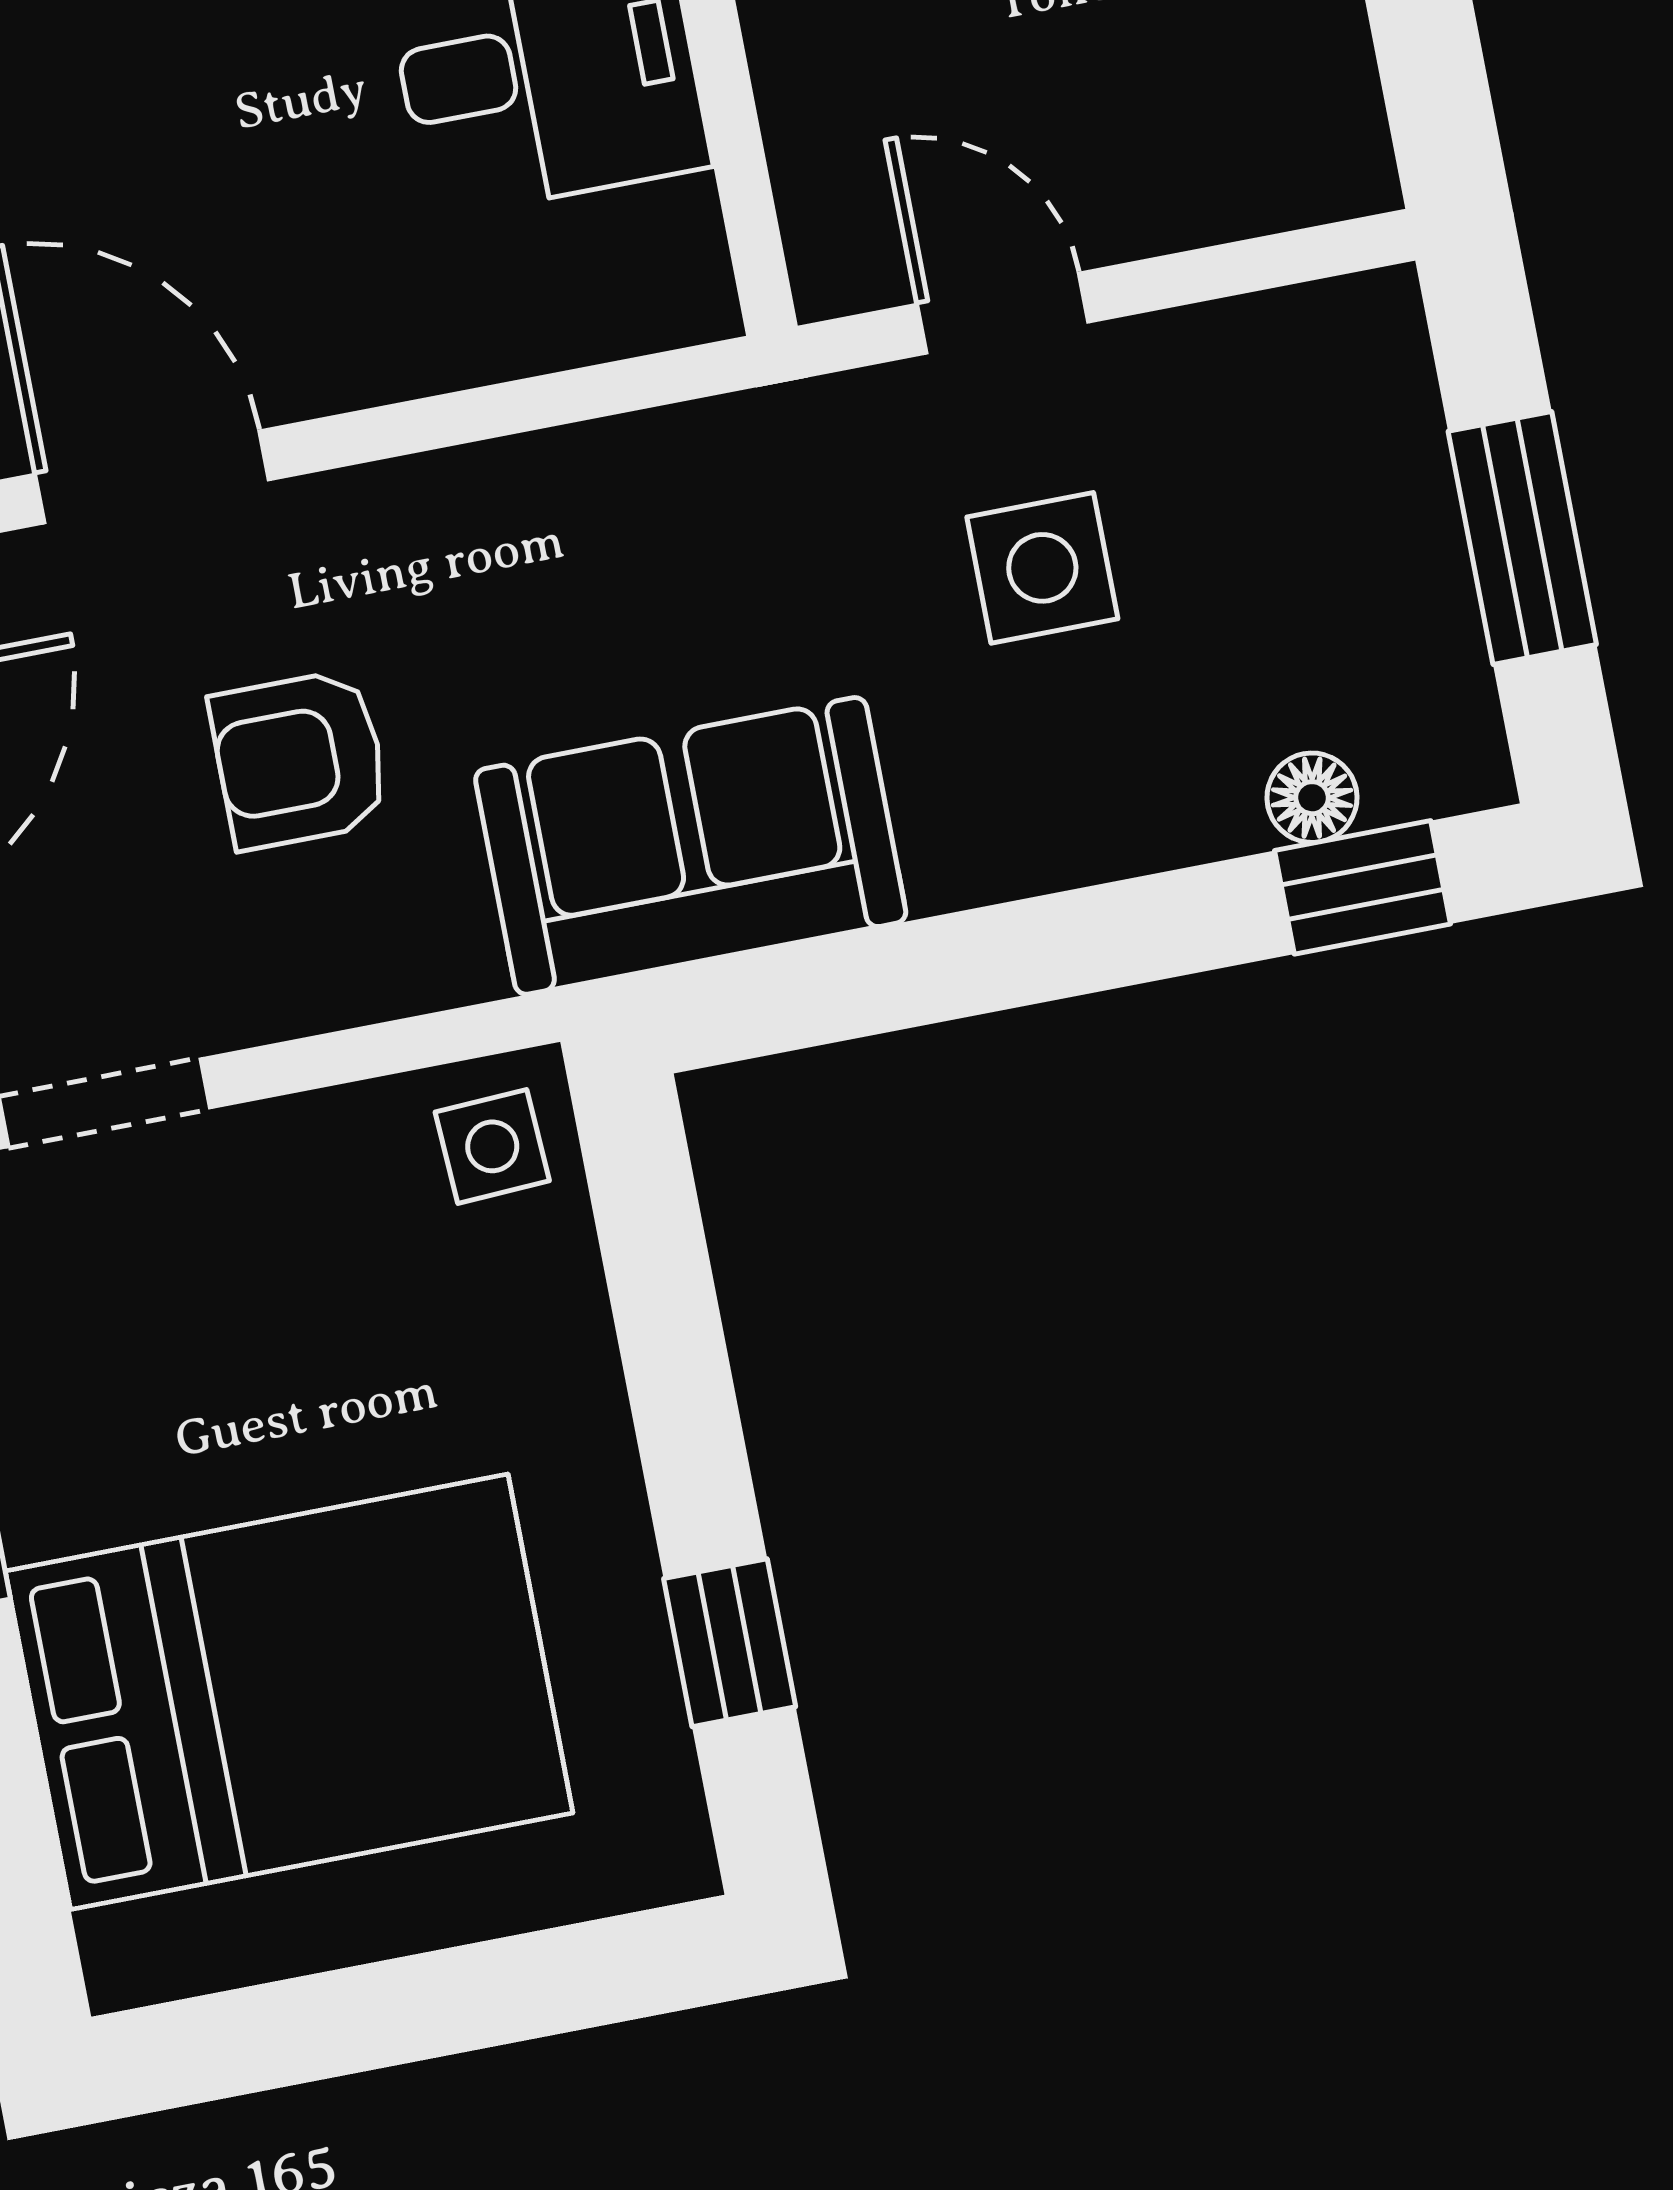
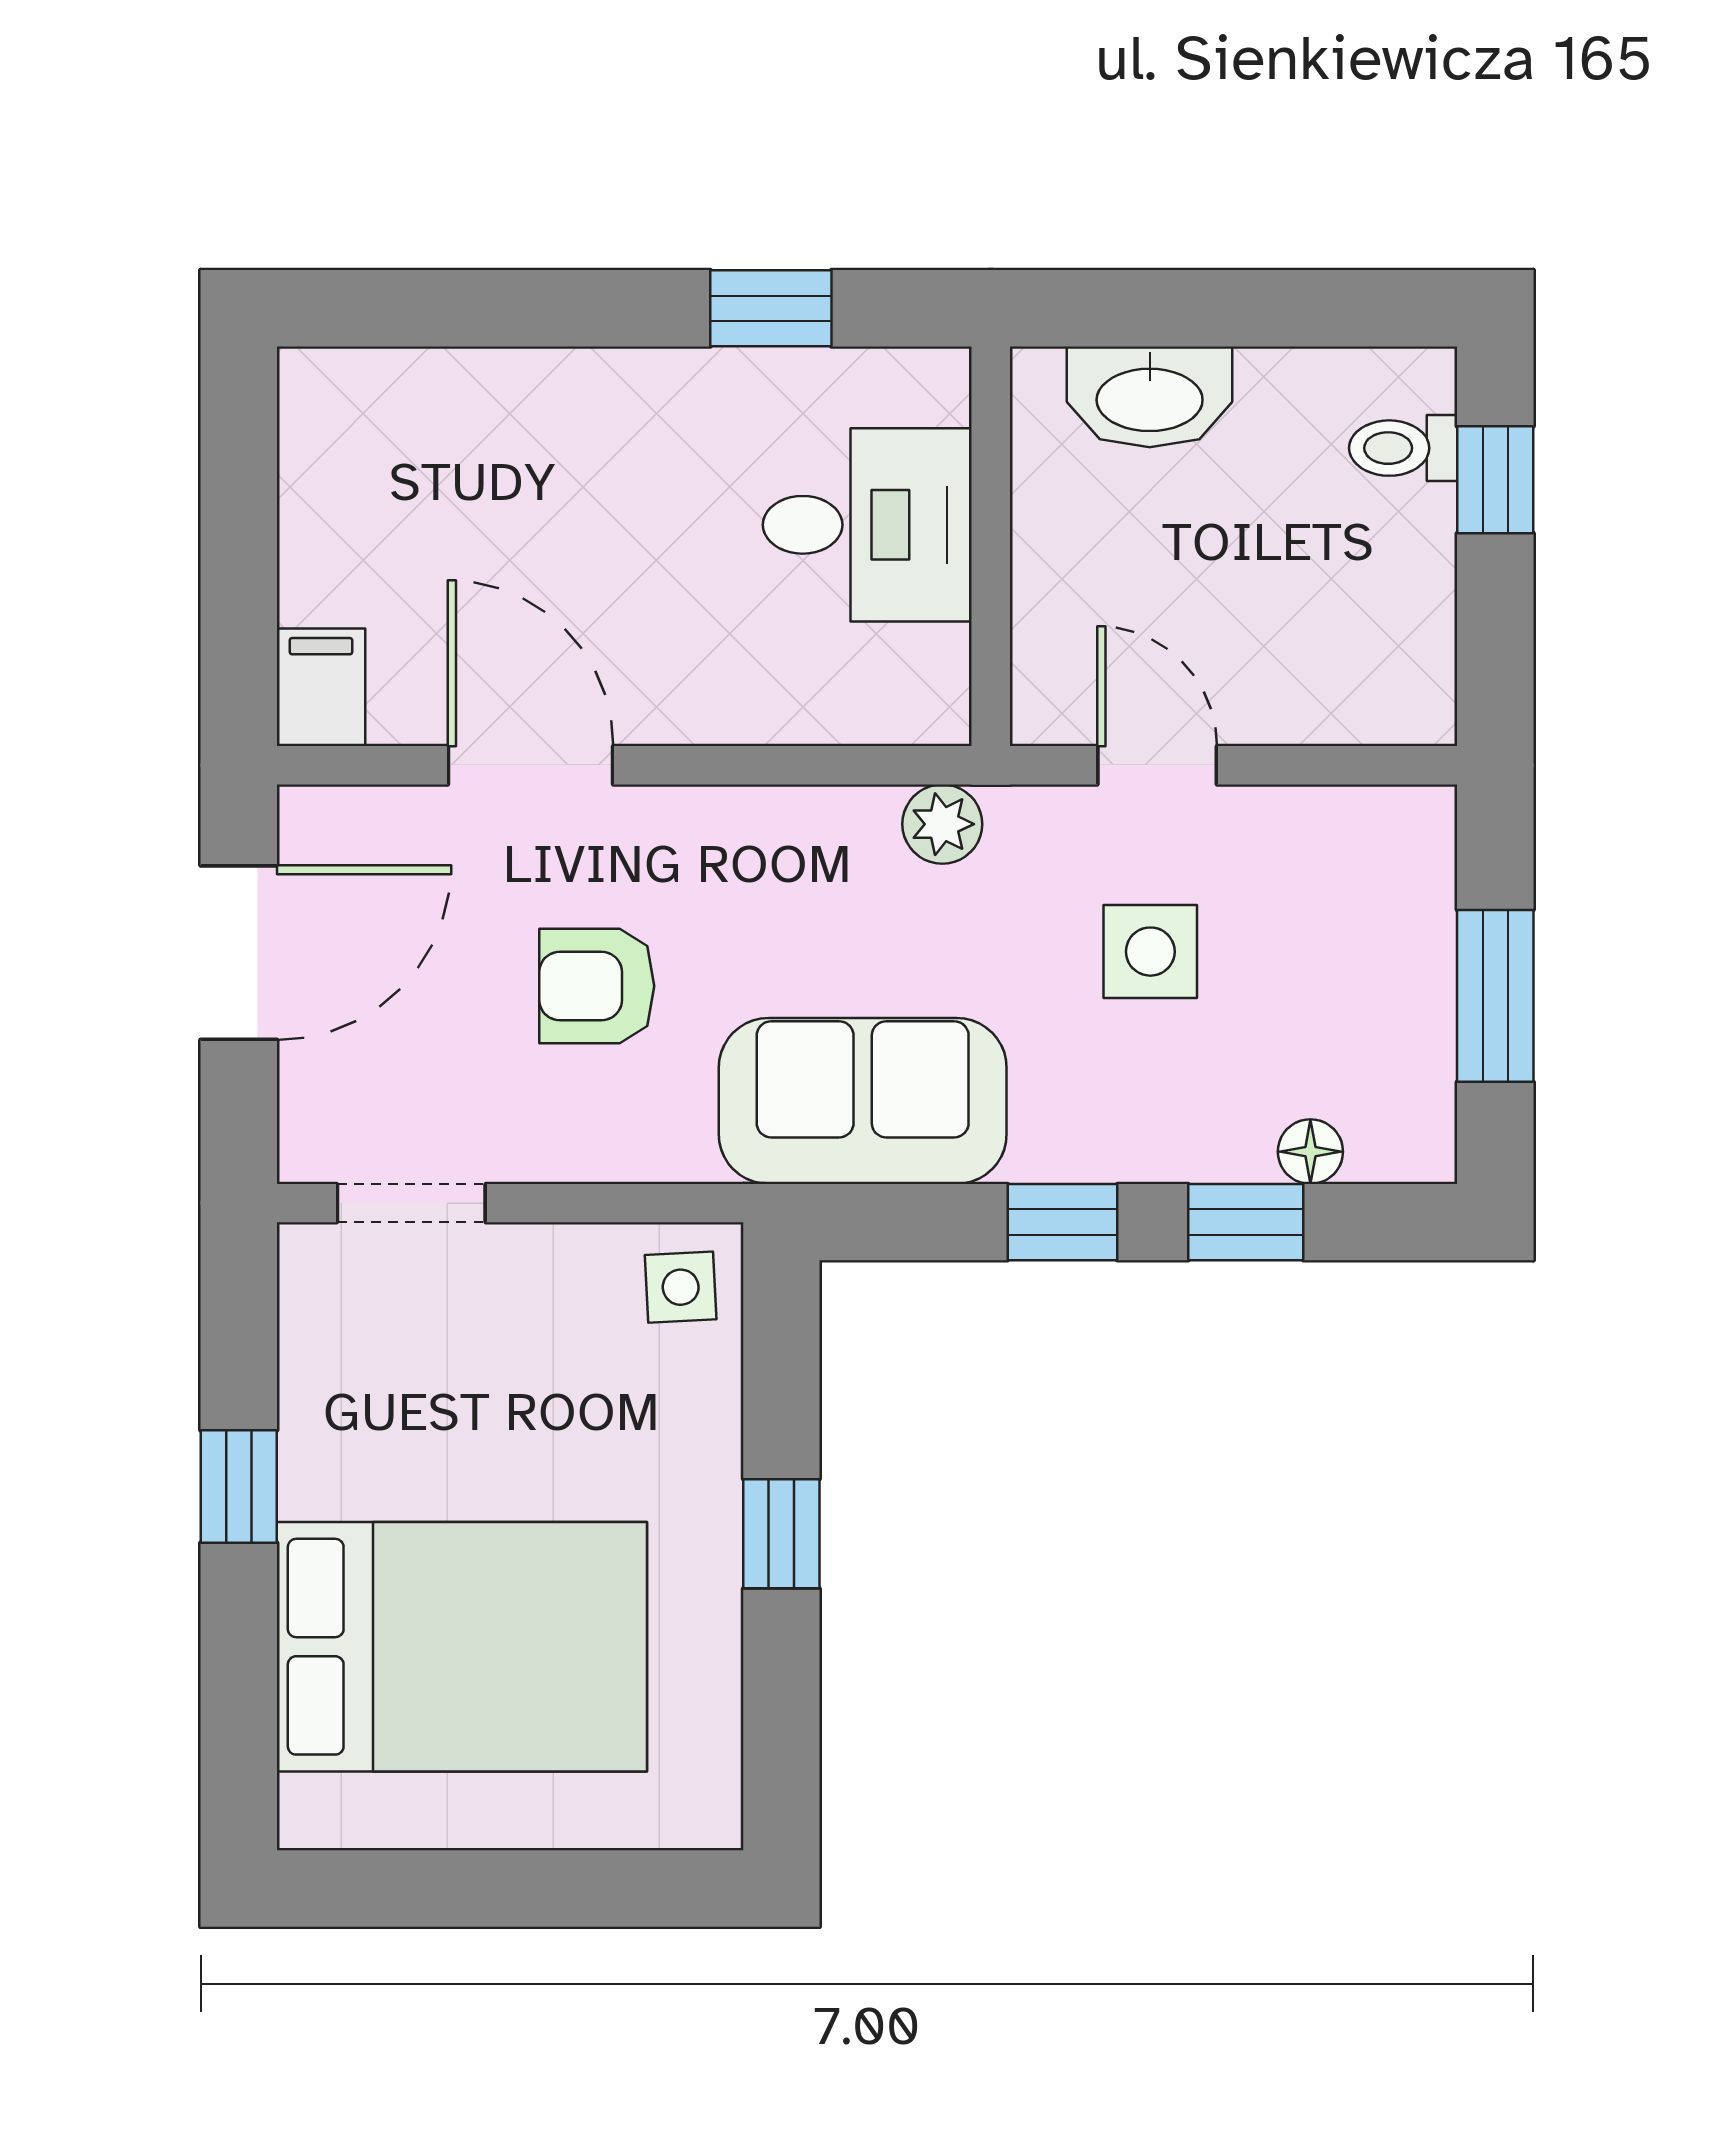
plant: (727, 449) -> (942, 824), added
window: (1362, 887) -> (1246, 1222), moved
window: (994, 958) -> (1063, 1222), added
window: (730, 1643) -> (781, 1534), moved

